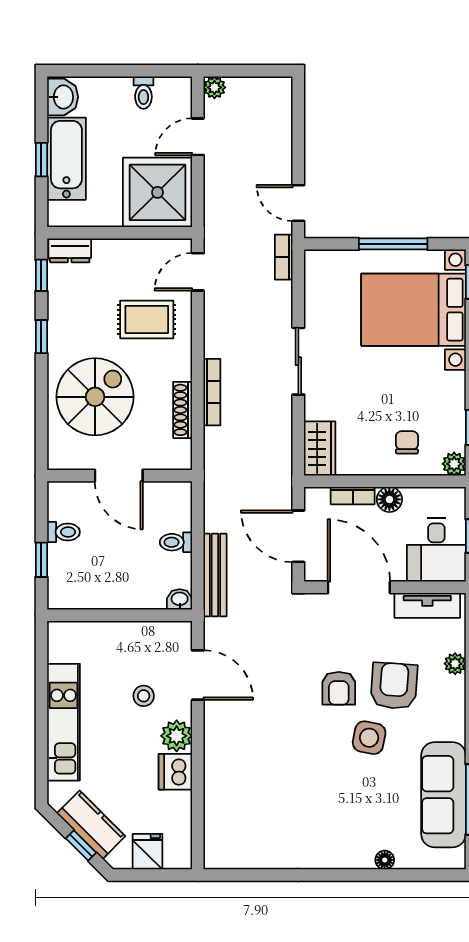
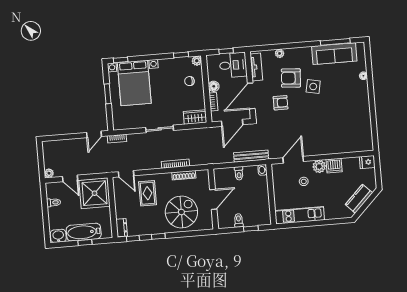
window: (393, 244) -> (108, 94), width x0.69
spiral stairs: (95, 397) -> (181, 212), turned 90
armchair: (339, 688) -> (281, 103), moved
kitchen unit: (63, 722) -> (300, 215), moved
window: (81, 845) -> (368, 202), removed
fridge: (148, 852) -> (367, 162), moved

